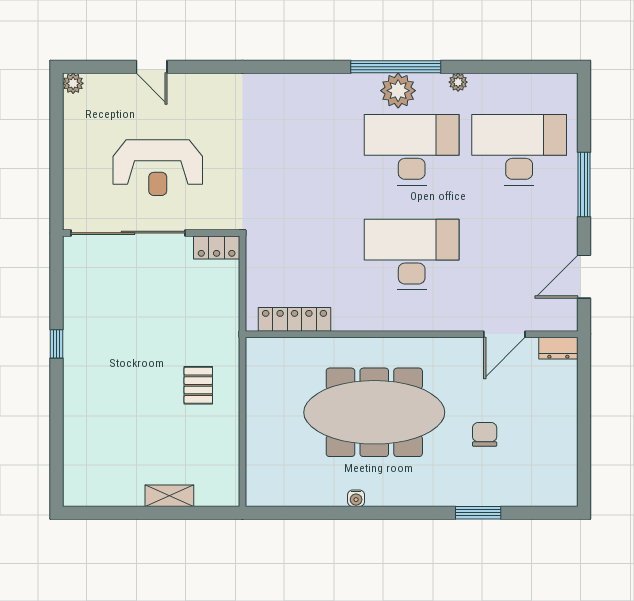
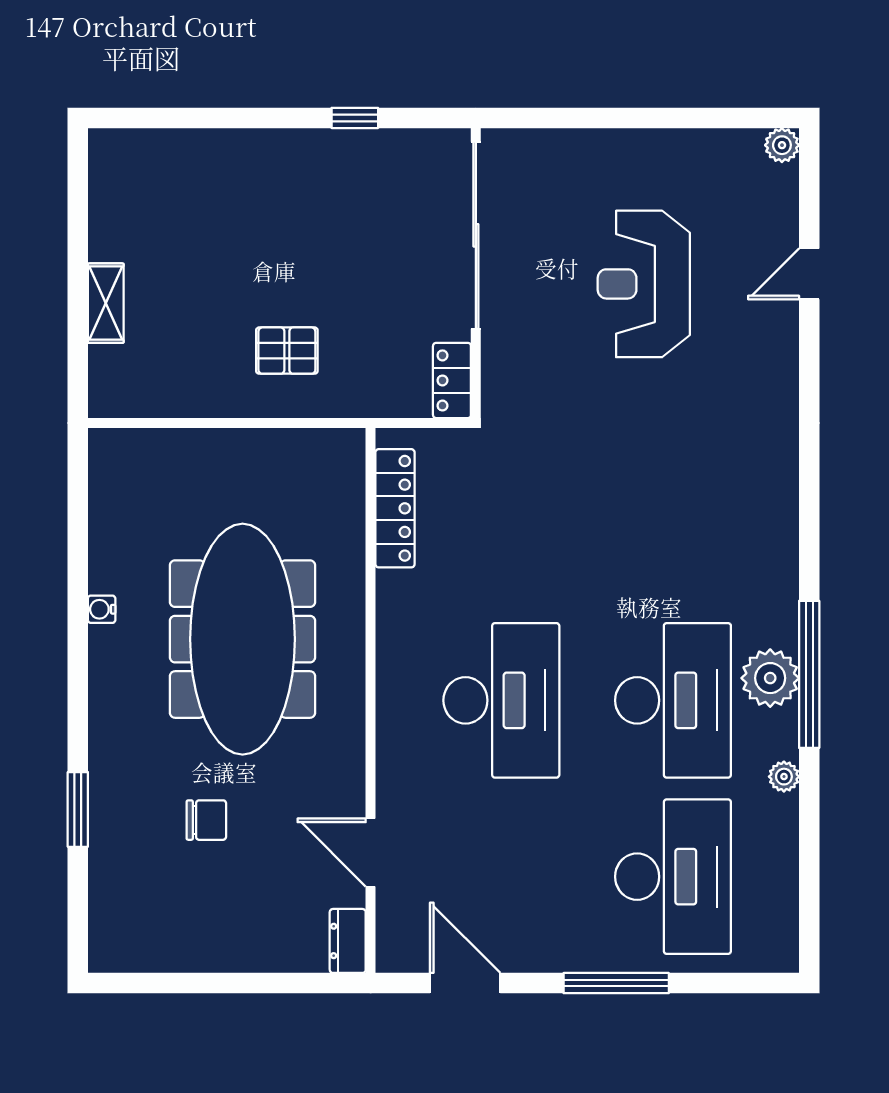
sliding door: (128, 233) -> (476, 235), moved
wall: (151, 233) -> (476, 273), moved
locker: (217, 248) -> (452, 380), moved

